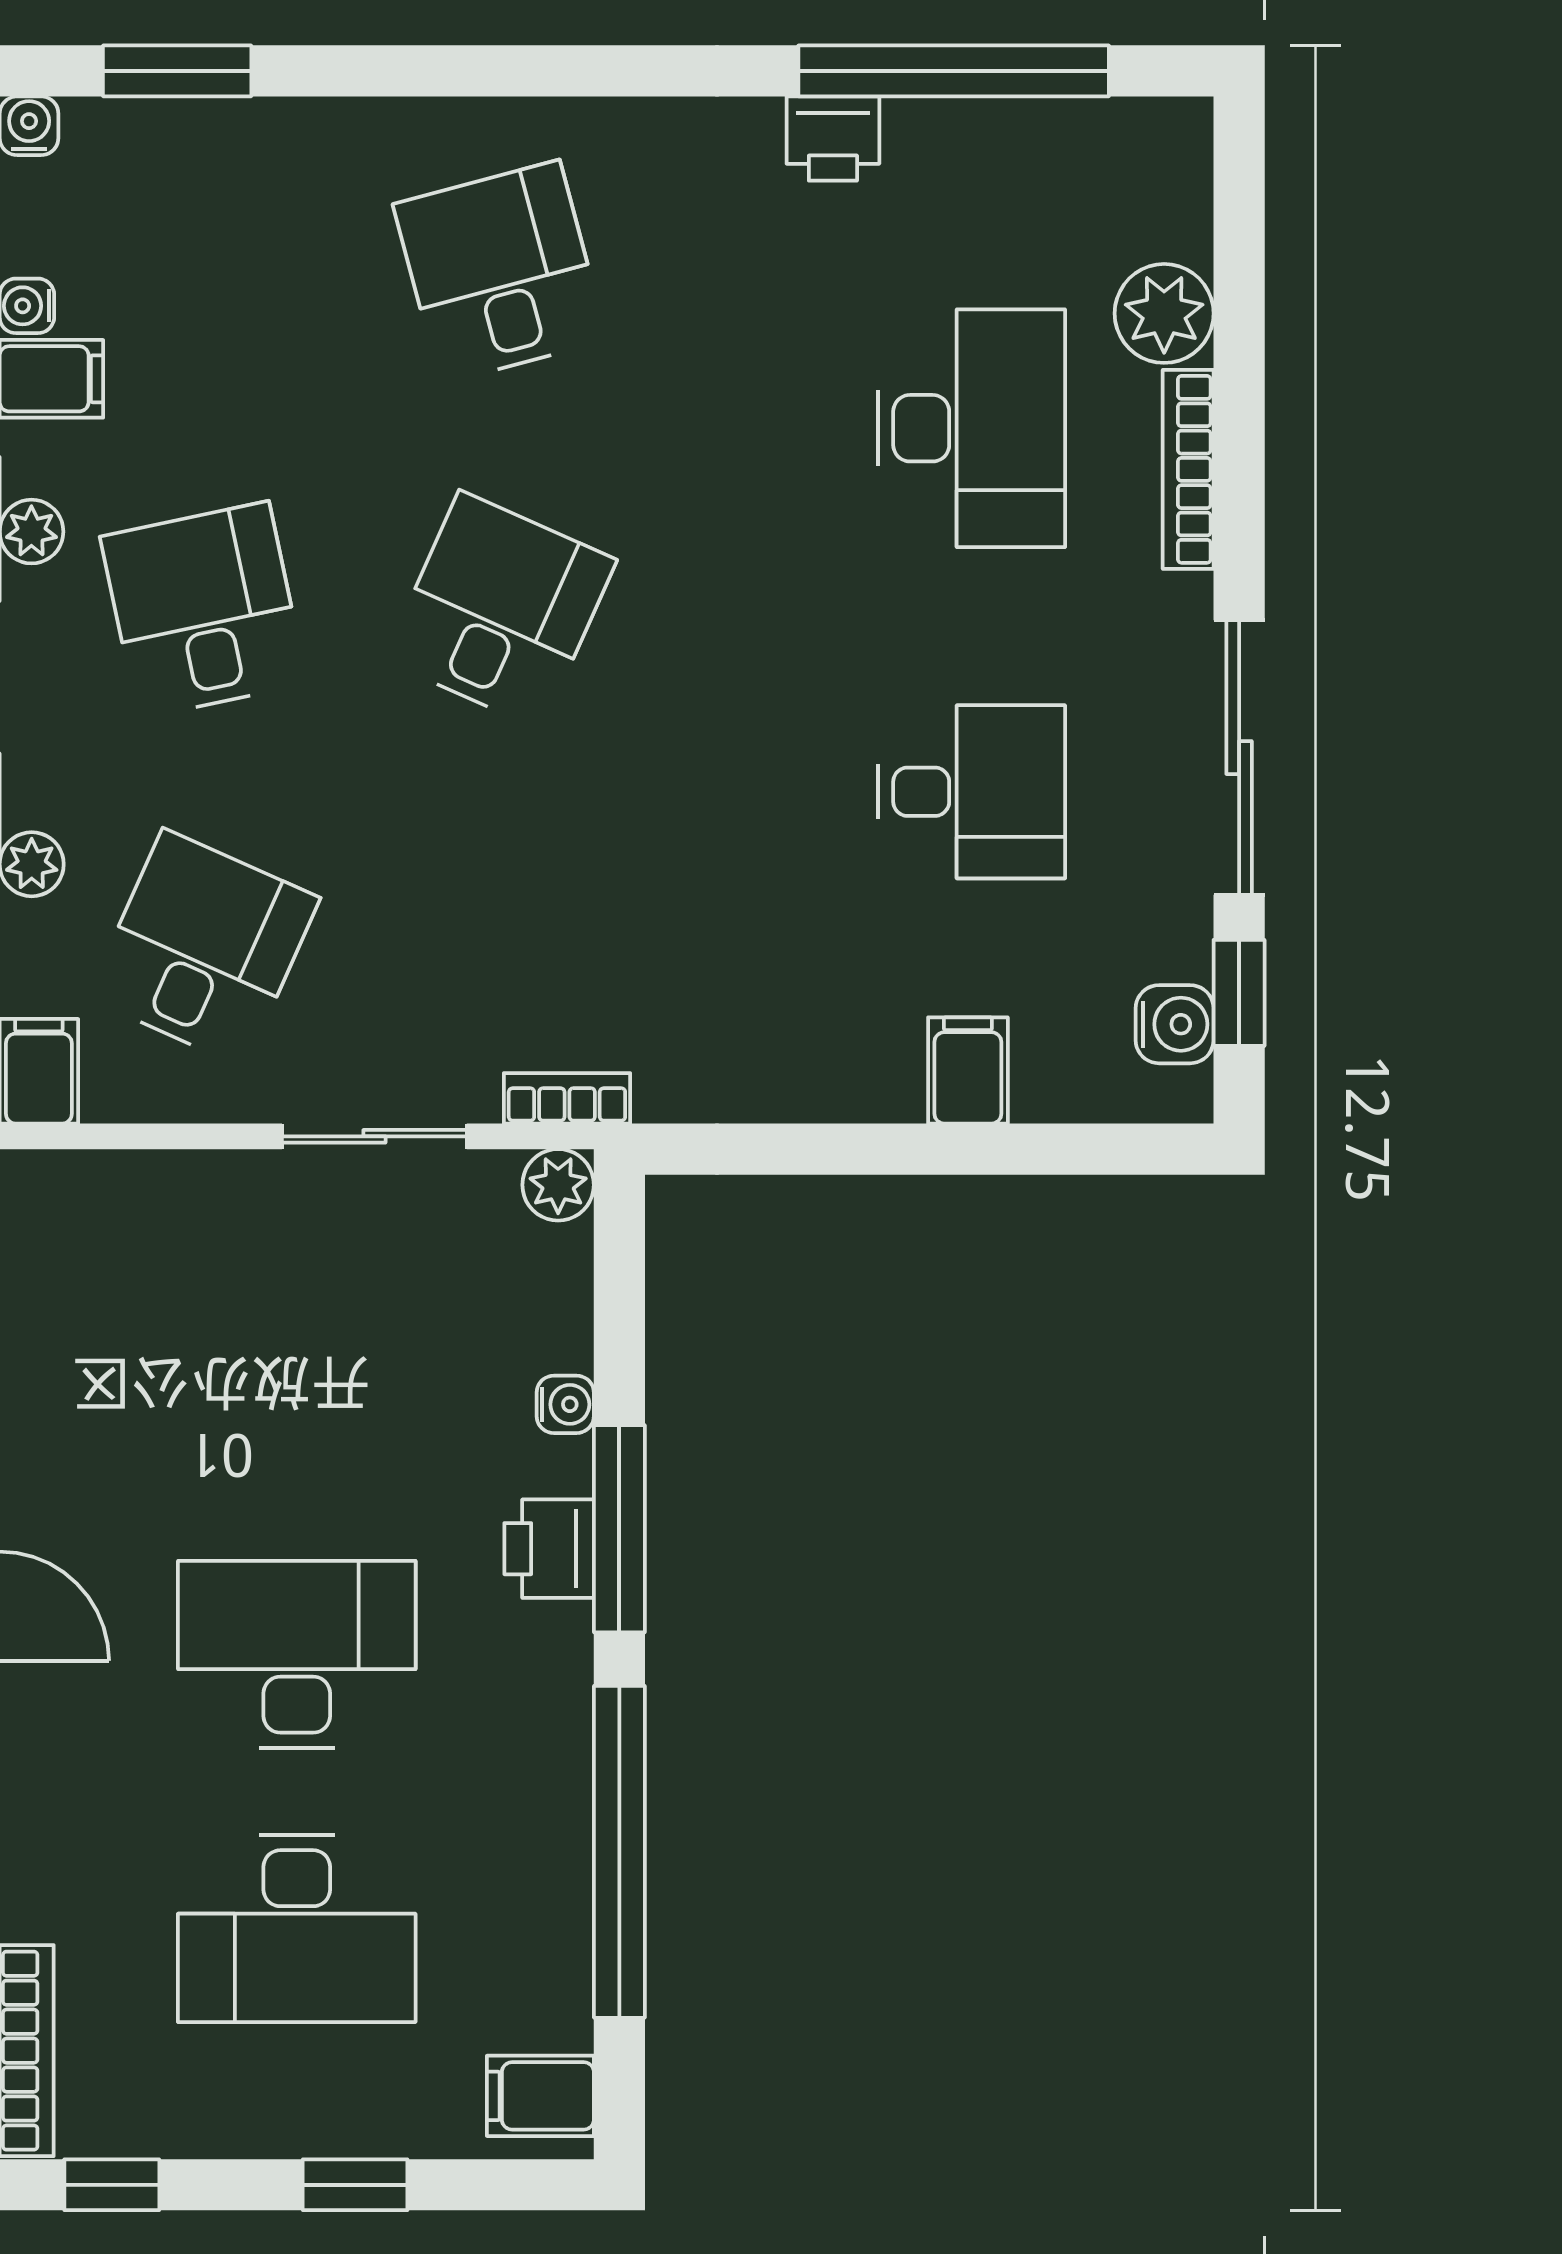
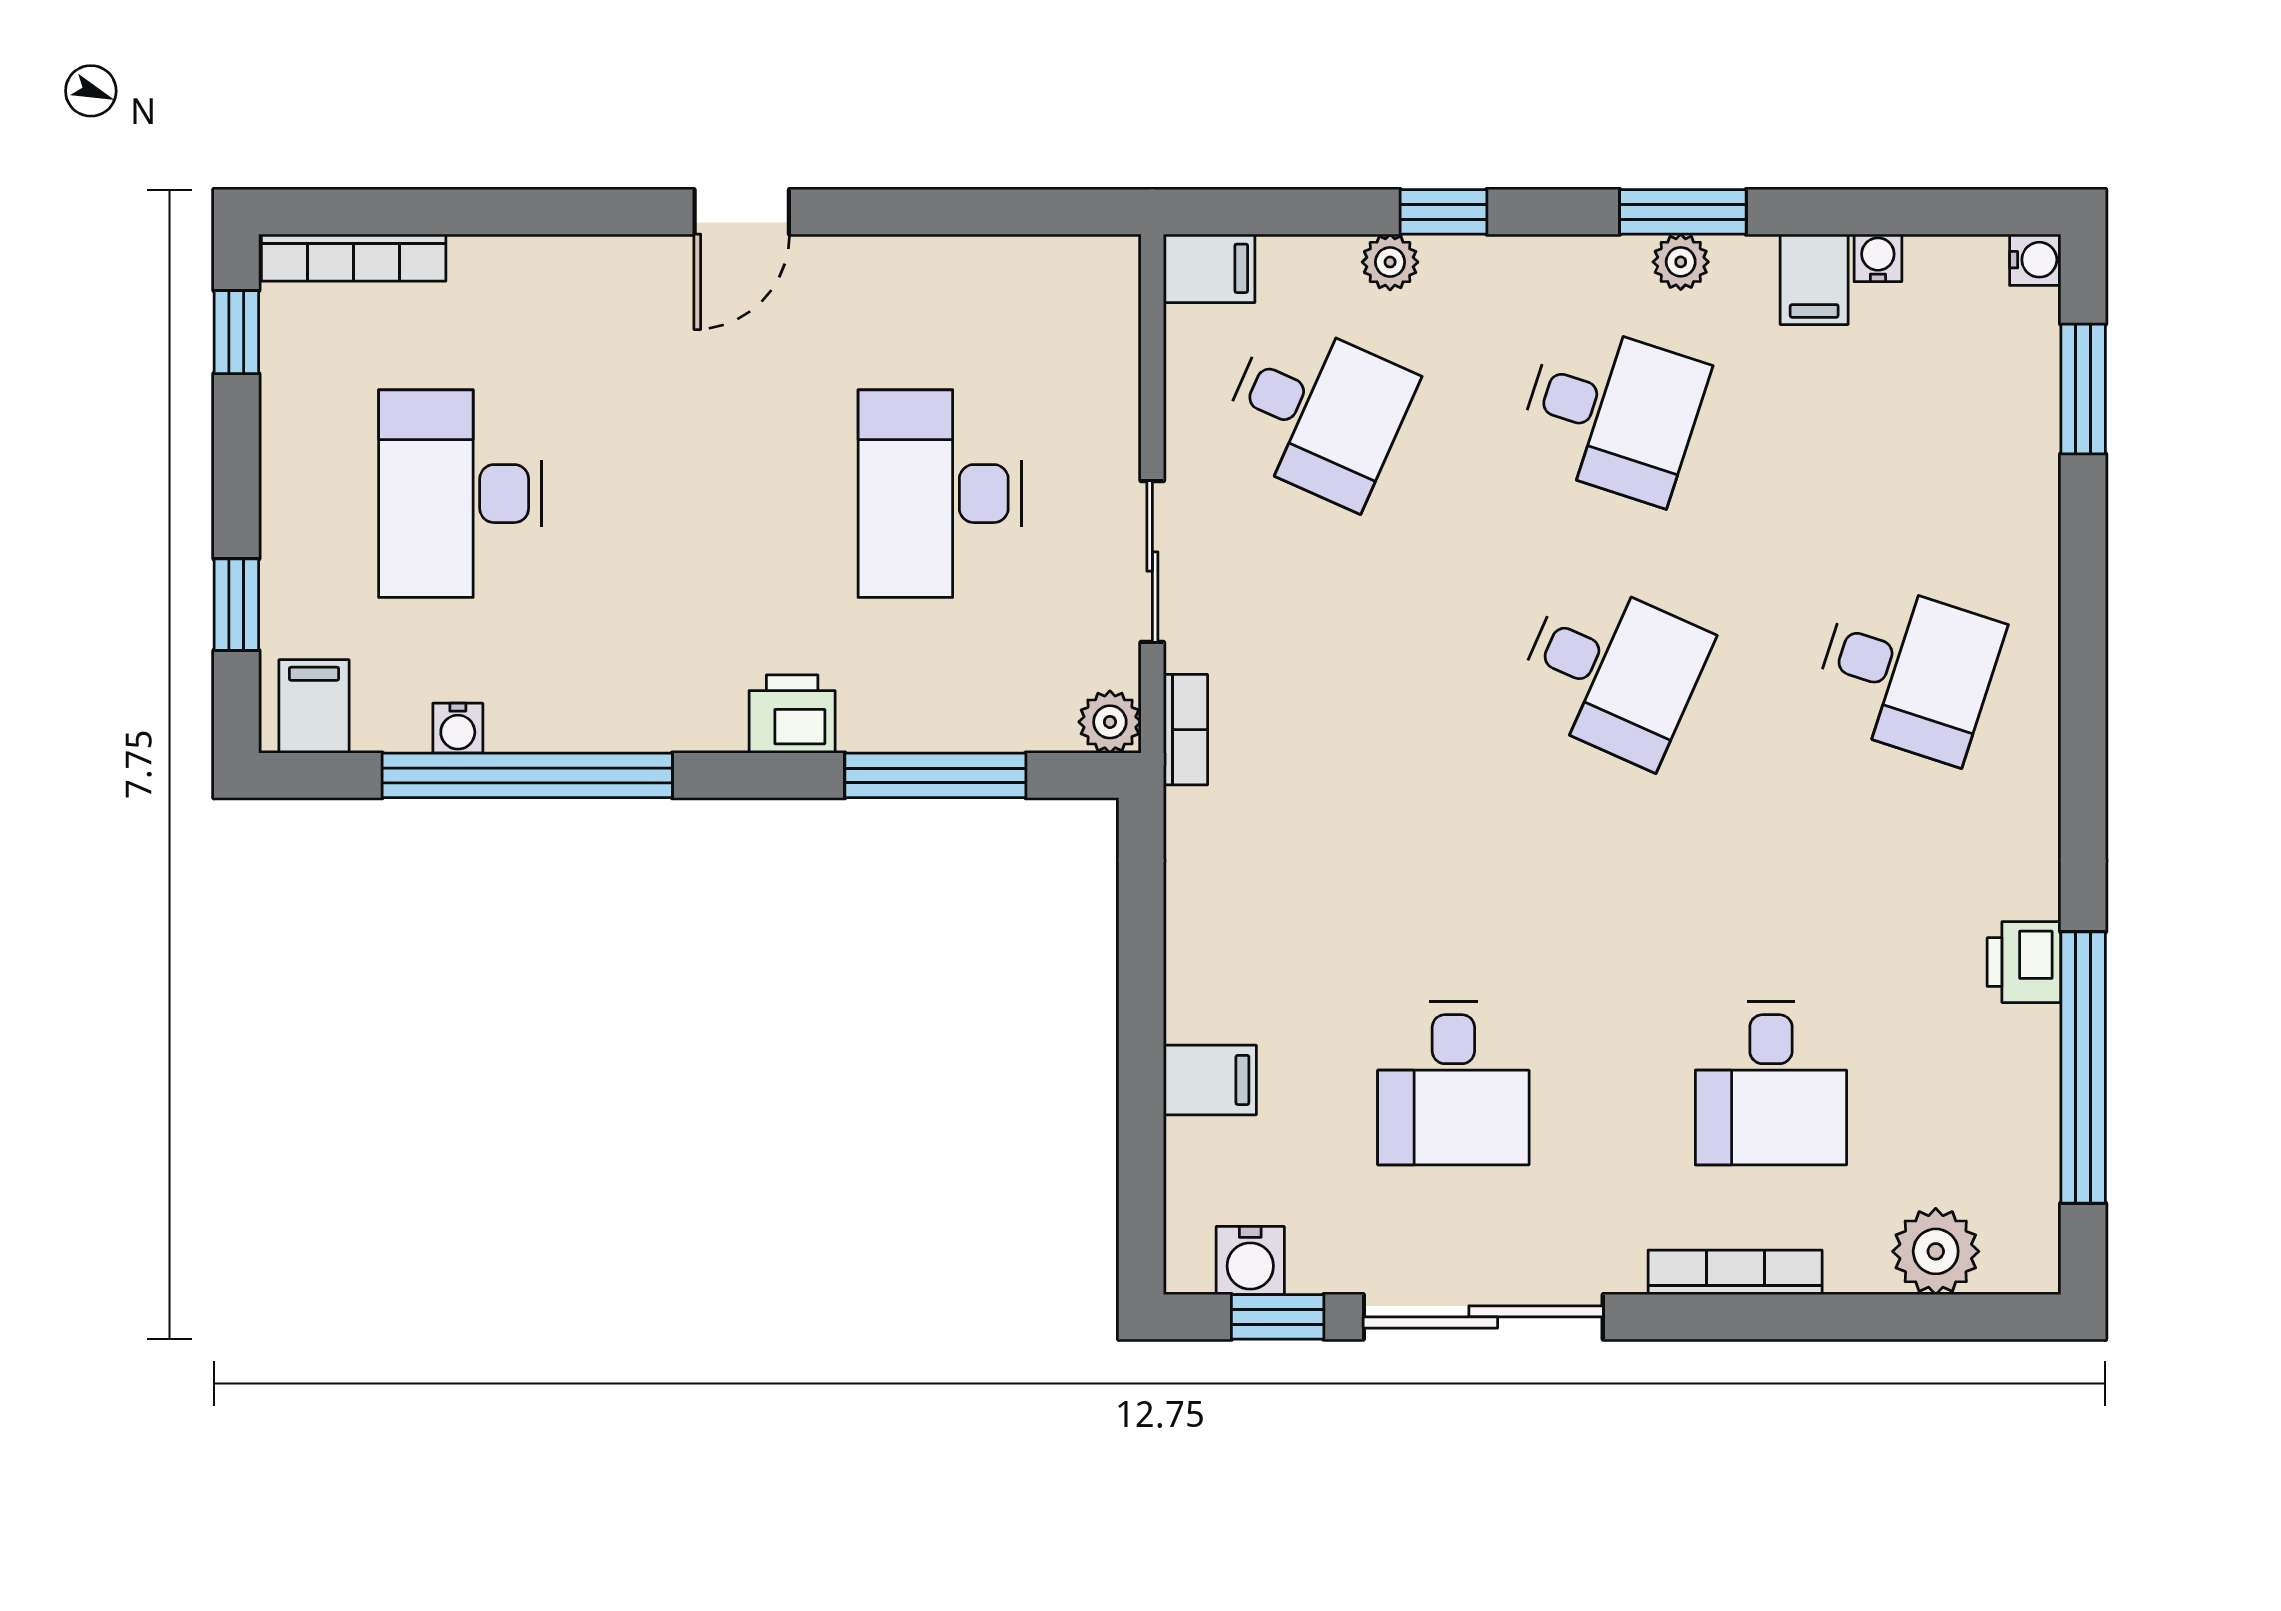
desk: (500, 272) -> (1907, 671), turned 33
plant: (1164, 313) -> (1936, 1251), moved
desk: (972, 428) -> (1771, 1083), width x0.73
desk: (204, 610) -> (1612, 412), turned 30
water cooler: (565, 1404) -> (458, 728), moved
window: (619, 1529) -> (935, 775), moved
desk: (297, 1654) -> (940, 494), moved, turned 180
window: (355, 2185) -> (236, 605), moved

